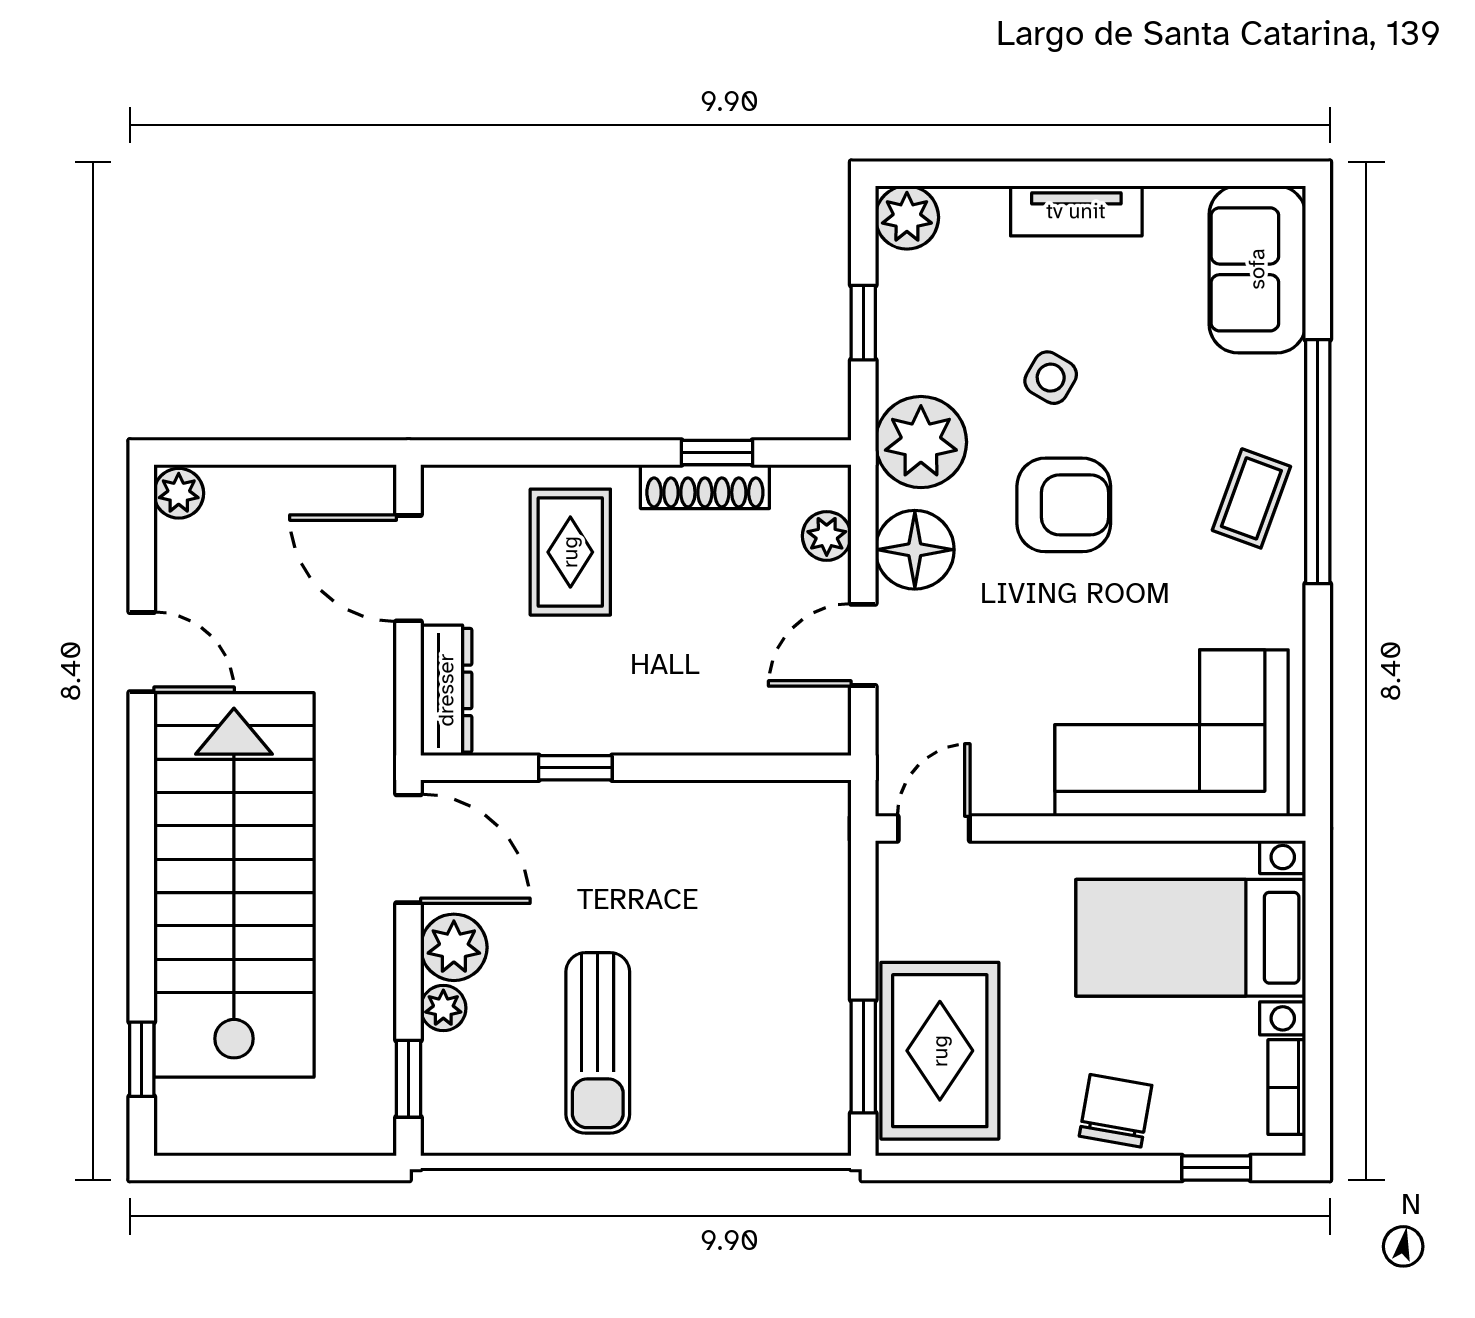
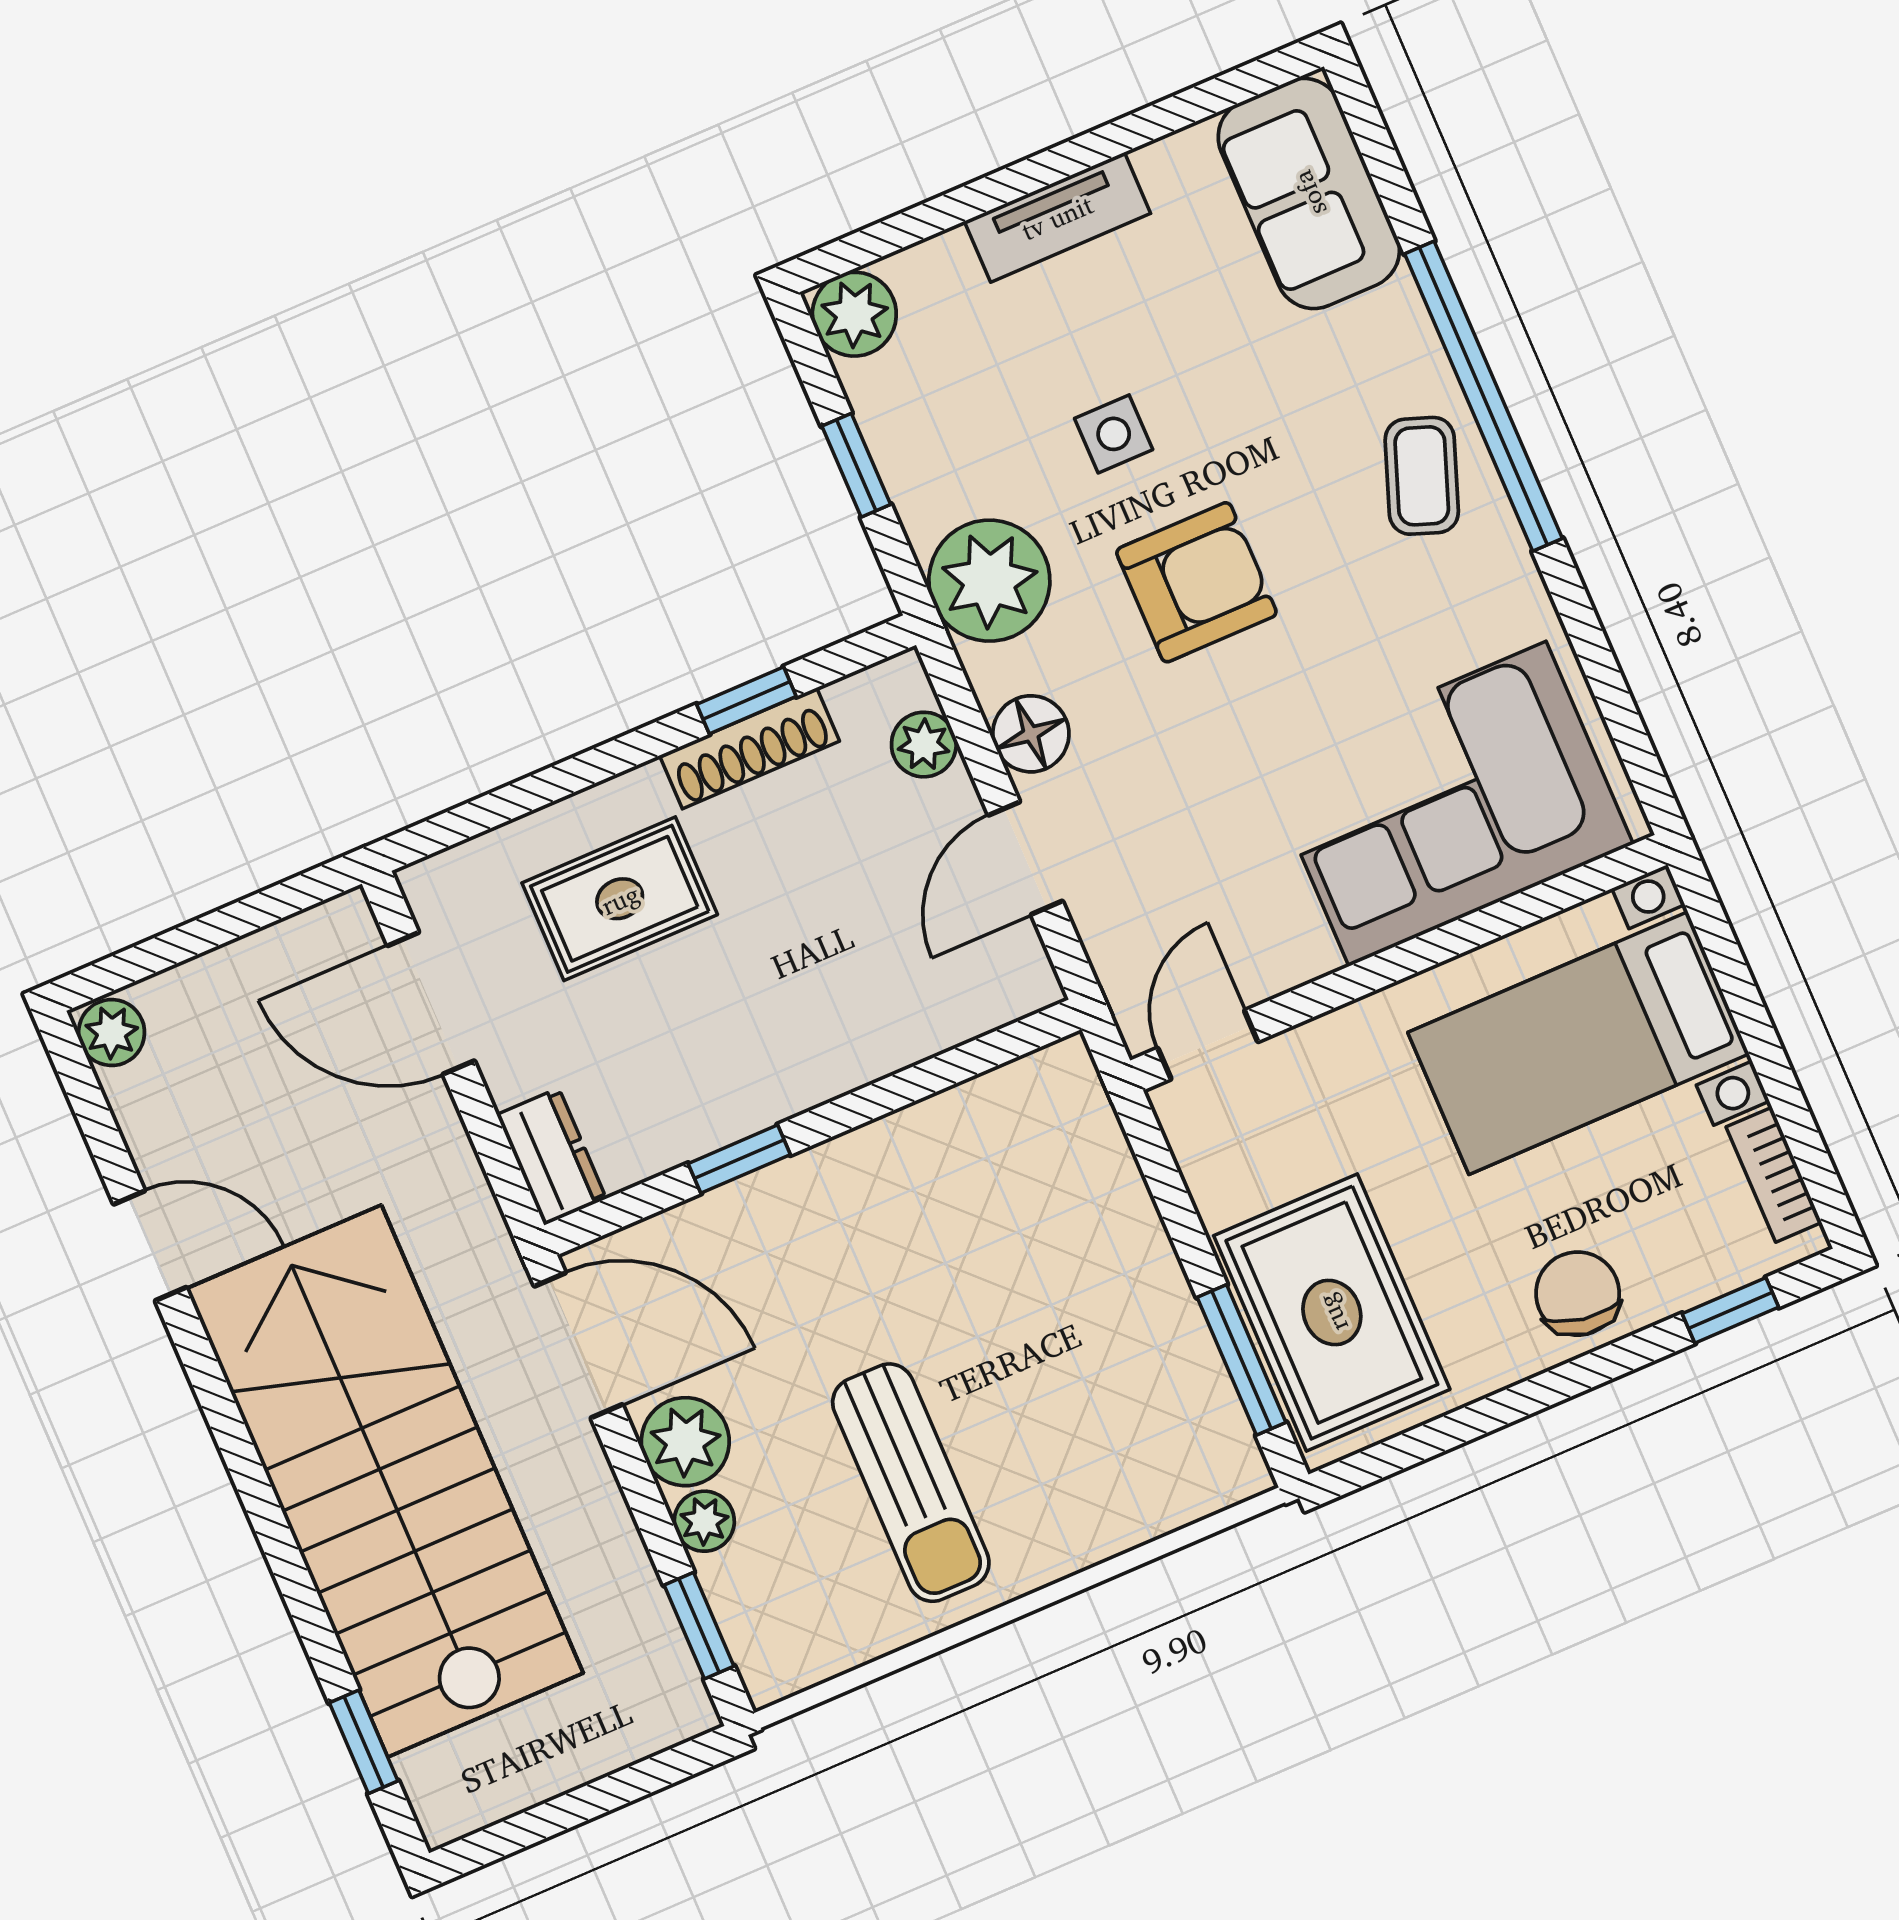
side table: (1051, 378) -> (1114, 434), turned -30
floor lamp: (915, 550) -> (1031, 734), width x0.73, depth x0.73
rug: (570, 552) -> (620, 899), turned 90
dresser: (446, 690) -> (551, 1157), width x0.70

